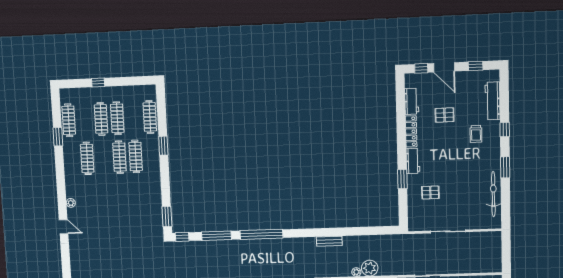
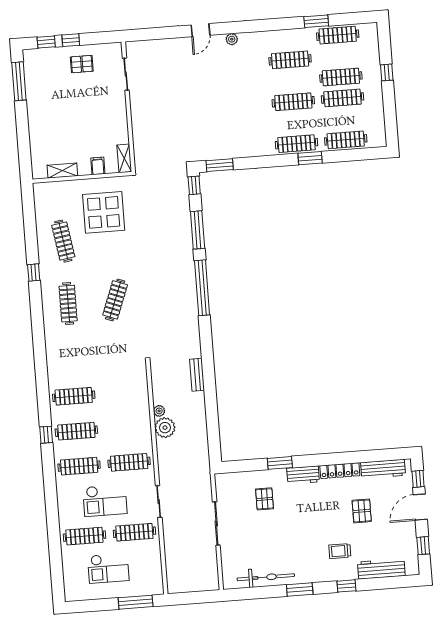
workbench: (412, 101) -> (383, 469), width x1.38
clothes rail: (136, 156) -> (297, 144), moved

